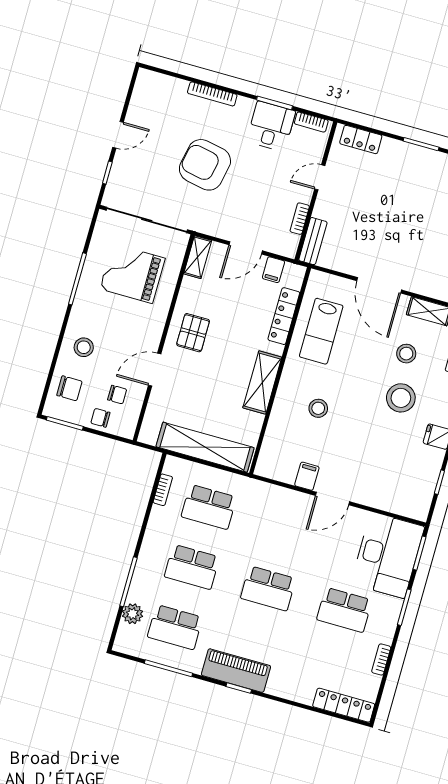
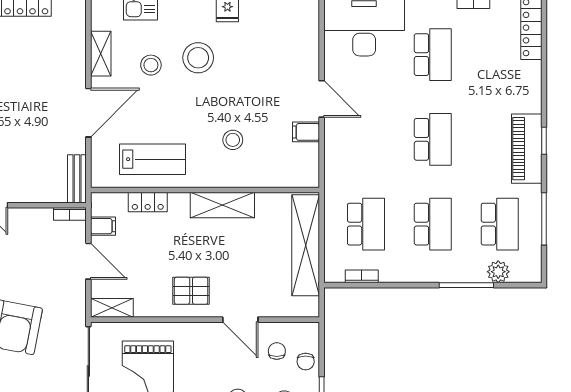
bookcase: (300, 219) -> (70, 214), moved
bench: (313, 241) -> (77, 179), moved, turned 90
locker: (284, 316) -> (148, 202), width x0.66

